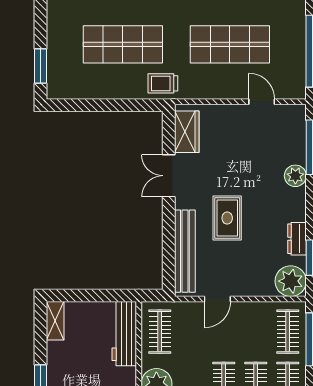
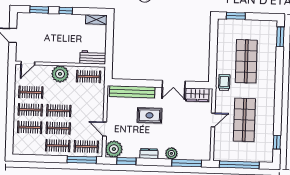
door: (262, 102) -> (213, 120), moved
double door: (169, 176) -> (174, 84), swing flipped
dresser: (297, 239) -> (149, 154), moved
door: (217, 299) -> (105, 129), moved
workbench: (124, 334) -> (93, 57), width x0.73

